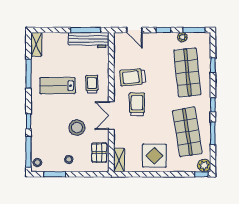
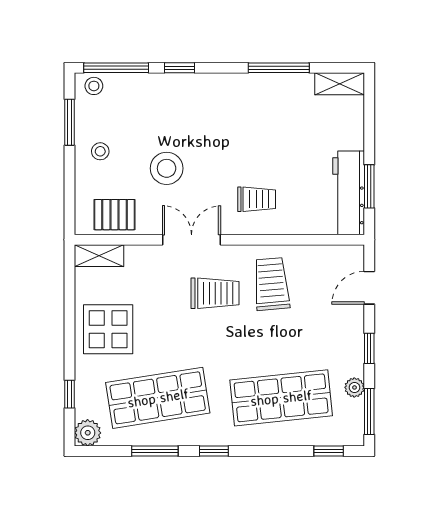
window: (86, 30) -> (369, 186), width x0.69
window: (213, 65) -> (329, 451), moved
lab bench: (58, 86) -> (254, 128), removed
window: (202, 174) -> (70, 394), moved

